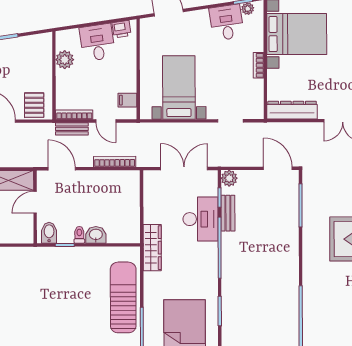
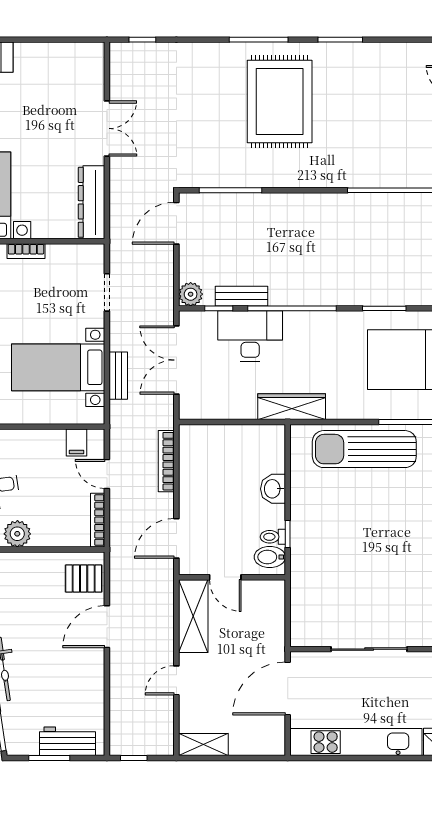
door: (106, 121) -> (107, 474), swing flipped
bench: (72, 129) -> (118, 376), moved
toilet: (79, 235) -> (273, 537), moved

